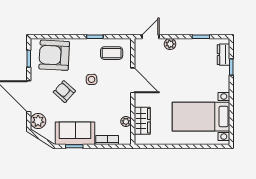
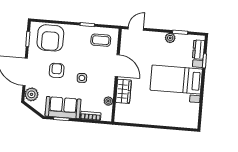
plant: (170, 44) -> (170, 38), moved
armchair: (54, 55) -> (50, 38), turned -93
side table: (92, 79) -> (82, 78), moved
armchair: (64, 92) -> (57, 70), turned 48
bed with nightstands: (201, 117) -> (176, 80), moved
wardrobe: (142, 121) -> (124, 91), moved

